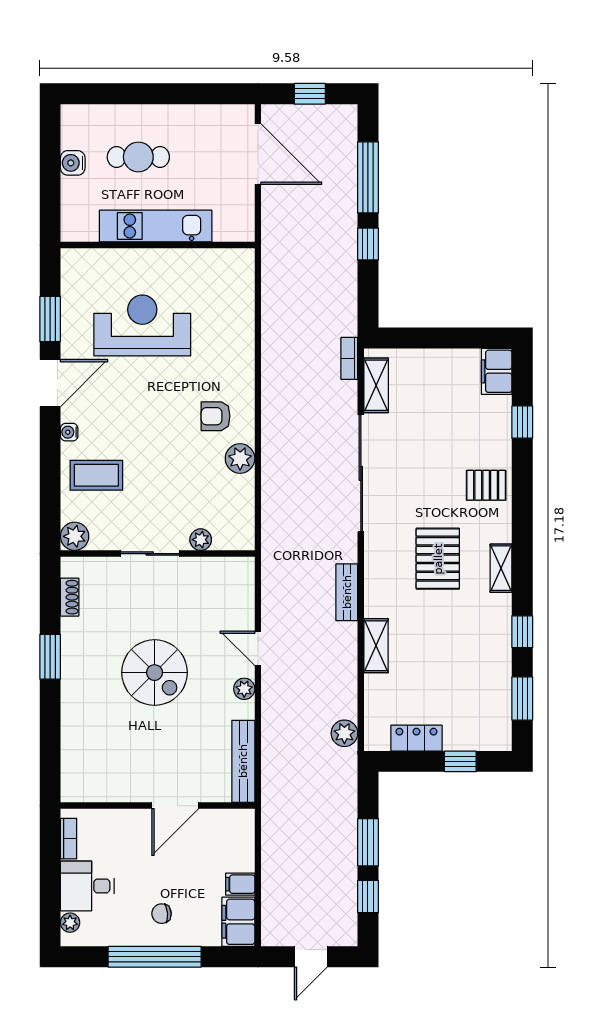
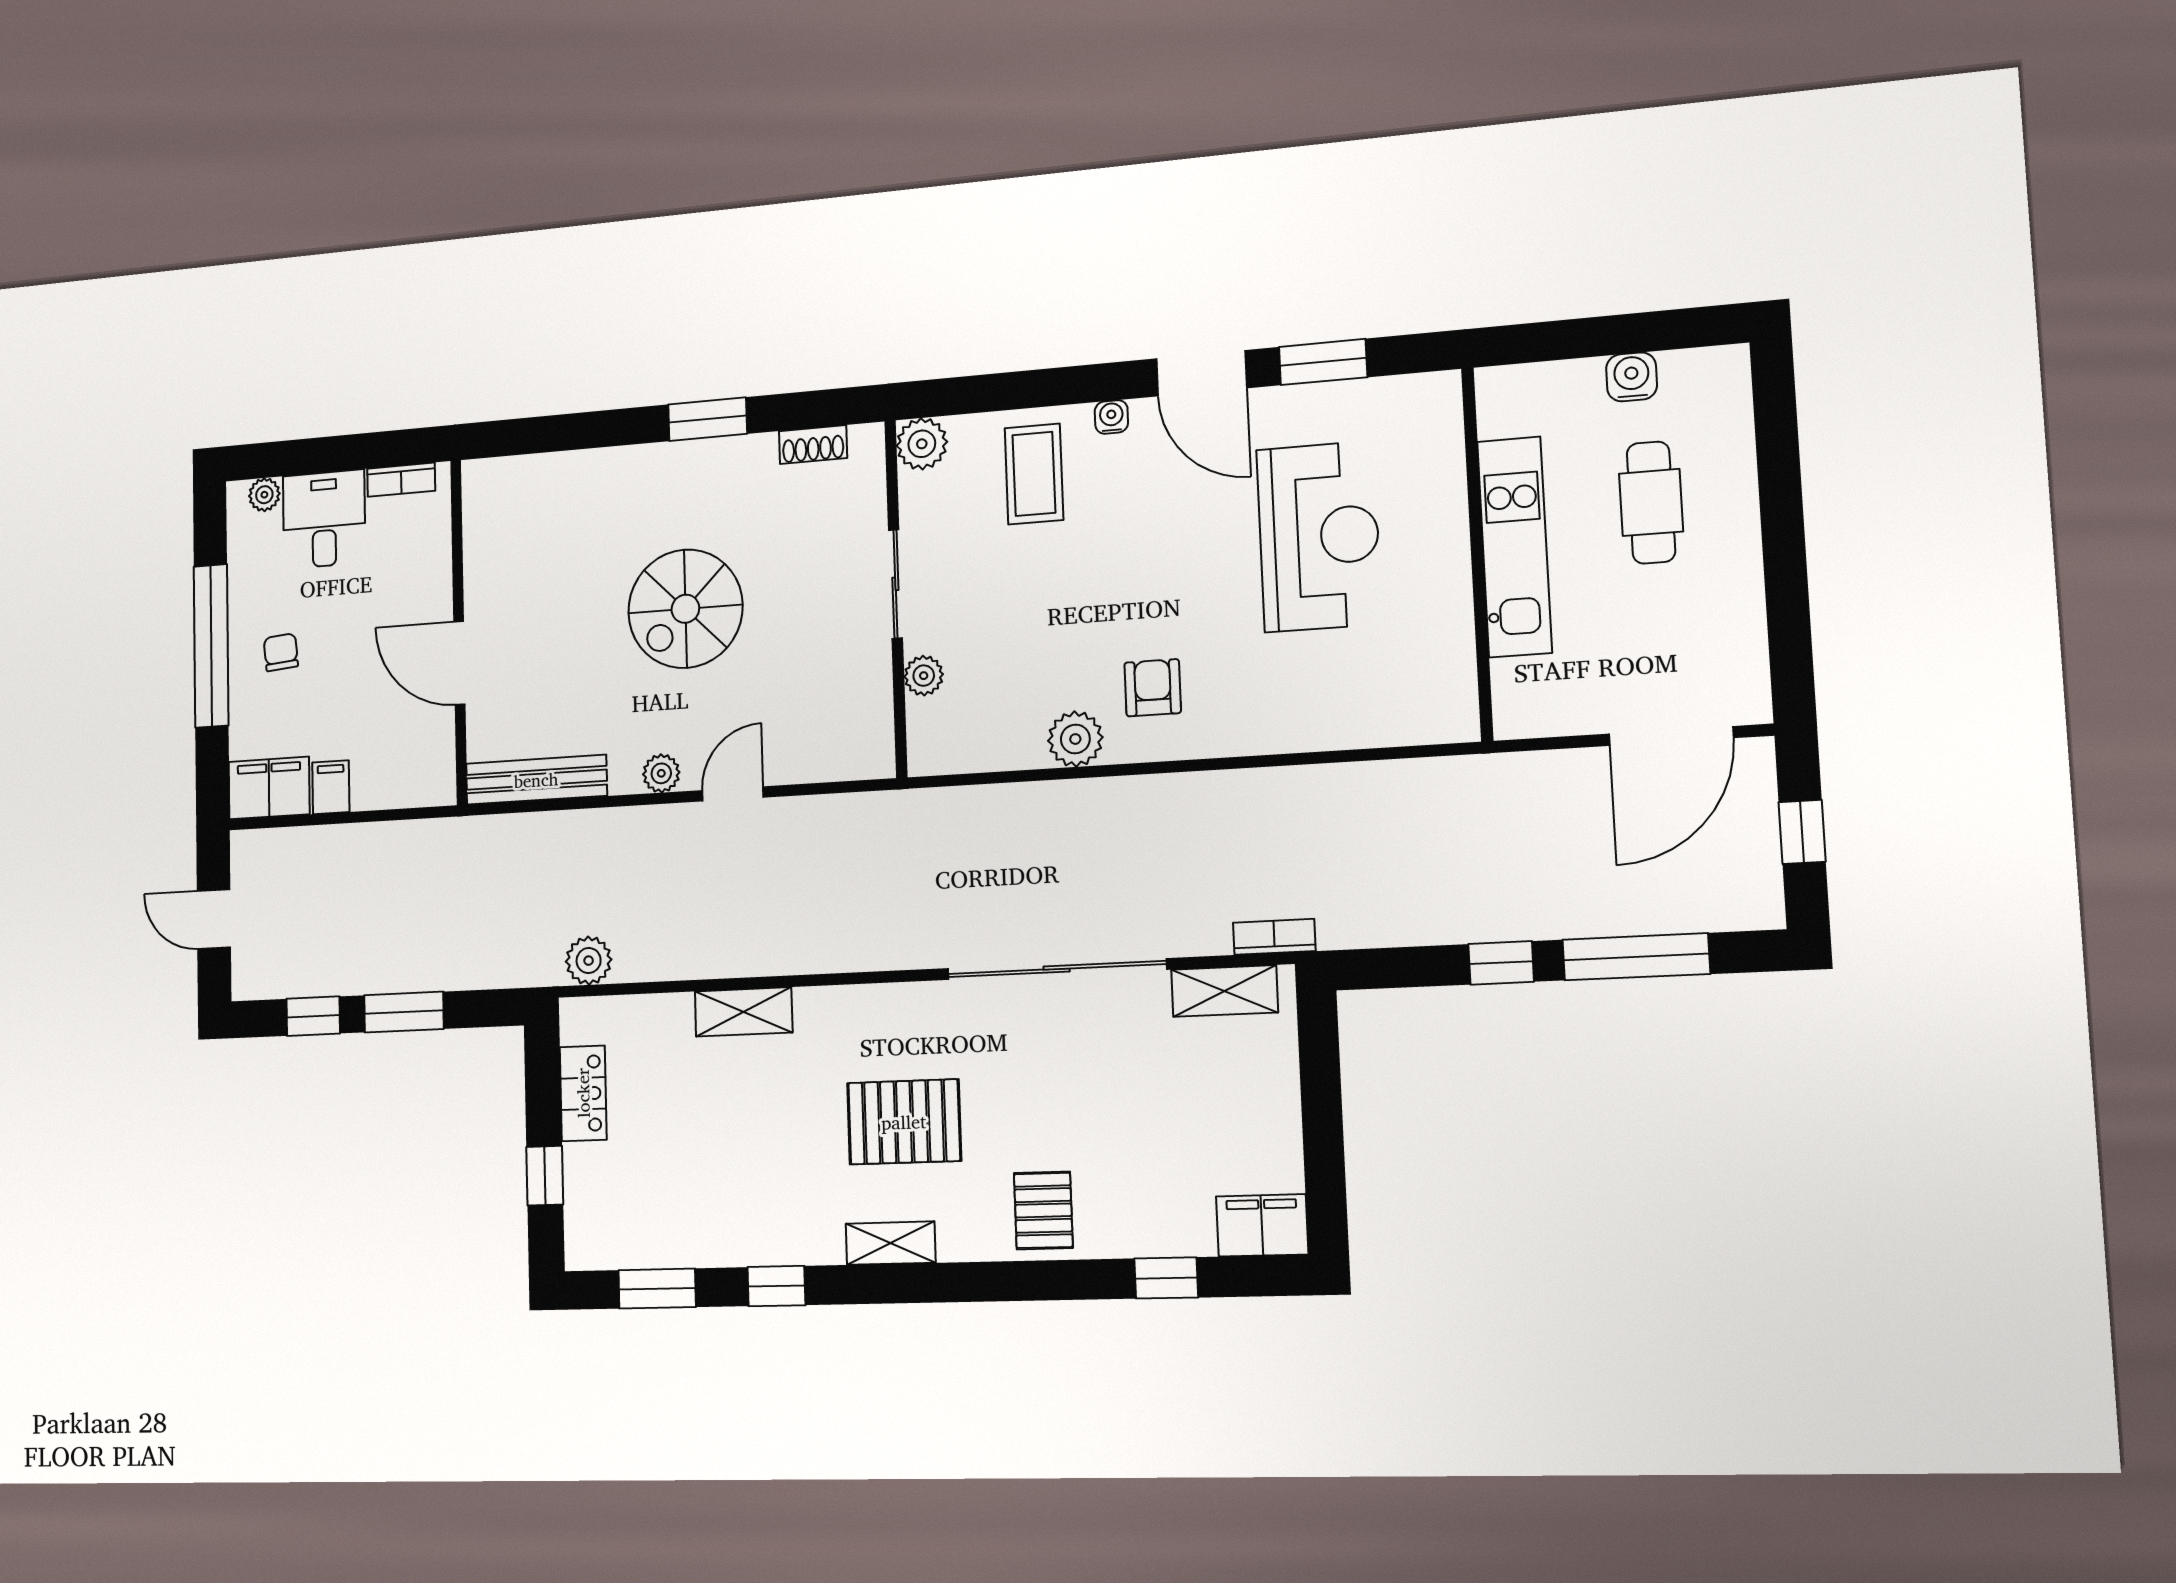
bench: (347, 592) -> (837, 953), removed

